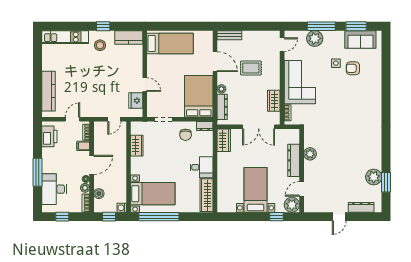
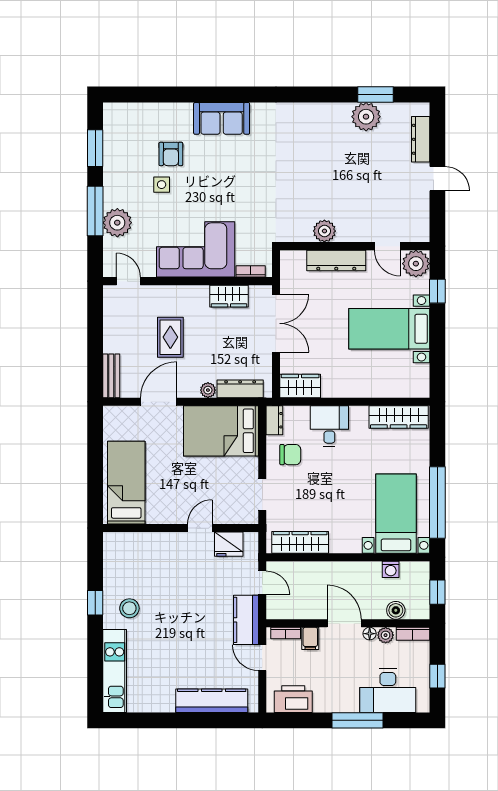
kitchen counter: (129, 37) -> (246, 620), moved, turned 180
sofa: (360, 39) -> (222, 118), moved, turned 90
wardrobe: (137, 146) -> (300, 542), width x1.50
desk: (201, 167) -> (329, 426), moved
washing machine: (122, 208) -> (391, 569), moved

